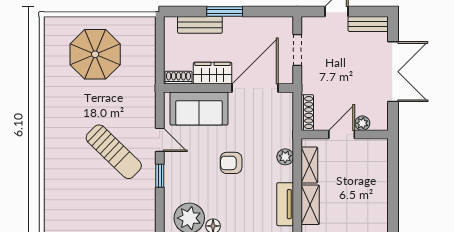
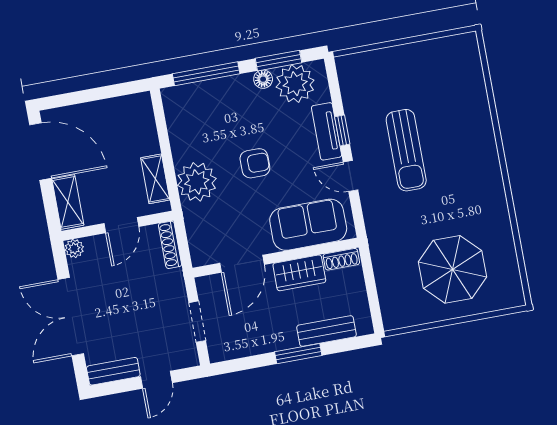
door: (255, 88) -> (242, 264), width x0.73
plant: (362, 123) -> (74, 248), moved
sun lounger: (114, 152) -> (406, 150), turned -134
plant: (285, 157) -> (197, 182), width x1.87, depth x1.87
door: (393, 202) -> (40, 151), added
tv unit: (285, 204) -> (327, 131), moved, turned 180
shelving: (310, 205) -> (68, 202), moved

